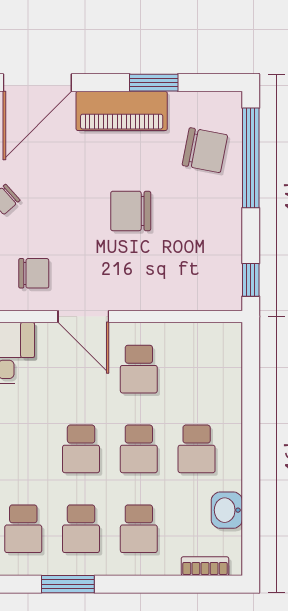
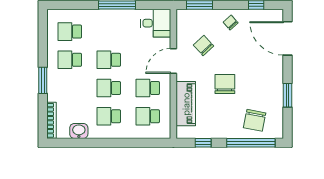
piano: (122, 111) -> (186, 104), moved, turned 180
chair: (34, 273) -> (204, 45), moved, turned 137
window: (251, 280) -> (203, 143), moved
school desk: (139, 529) -> (148, 116), moved
bookcase: (205, 566) -> (51, 120), width x1.56
window: (68, 584) -> (43, 80), moved

